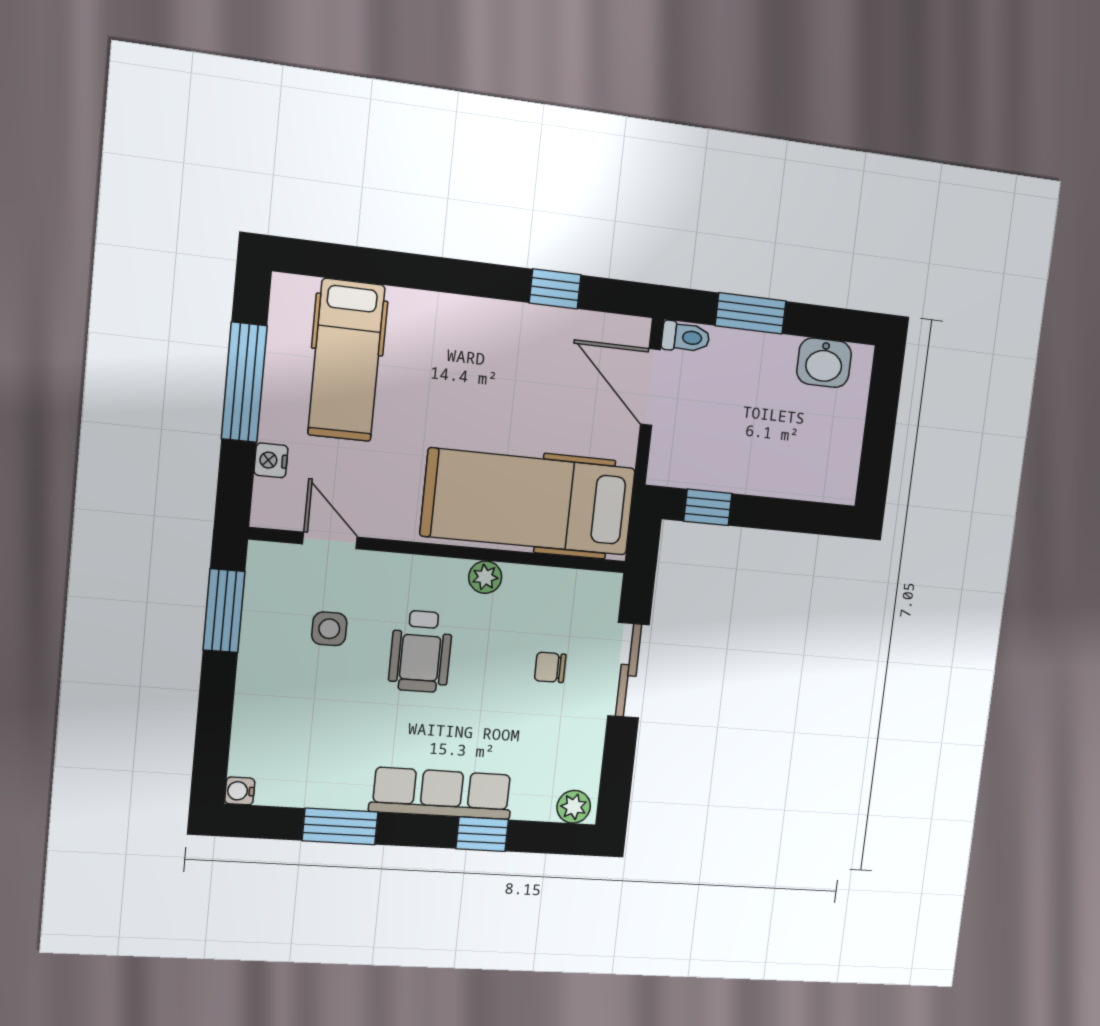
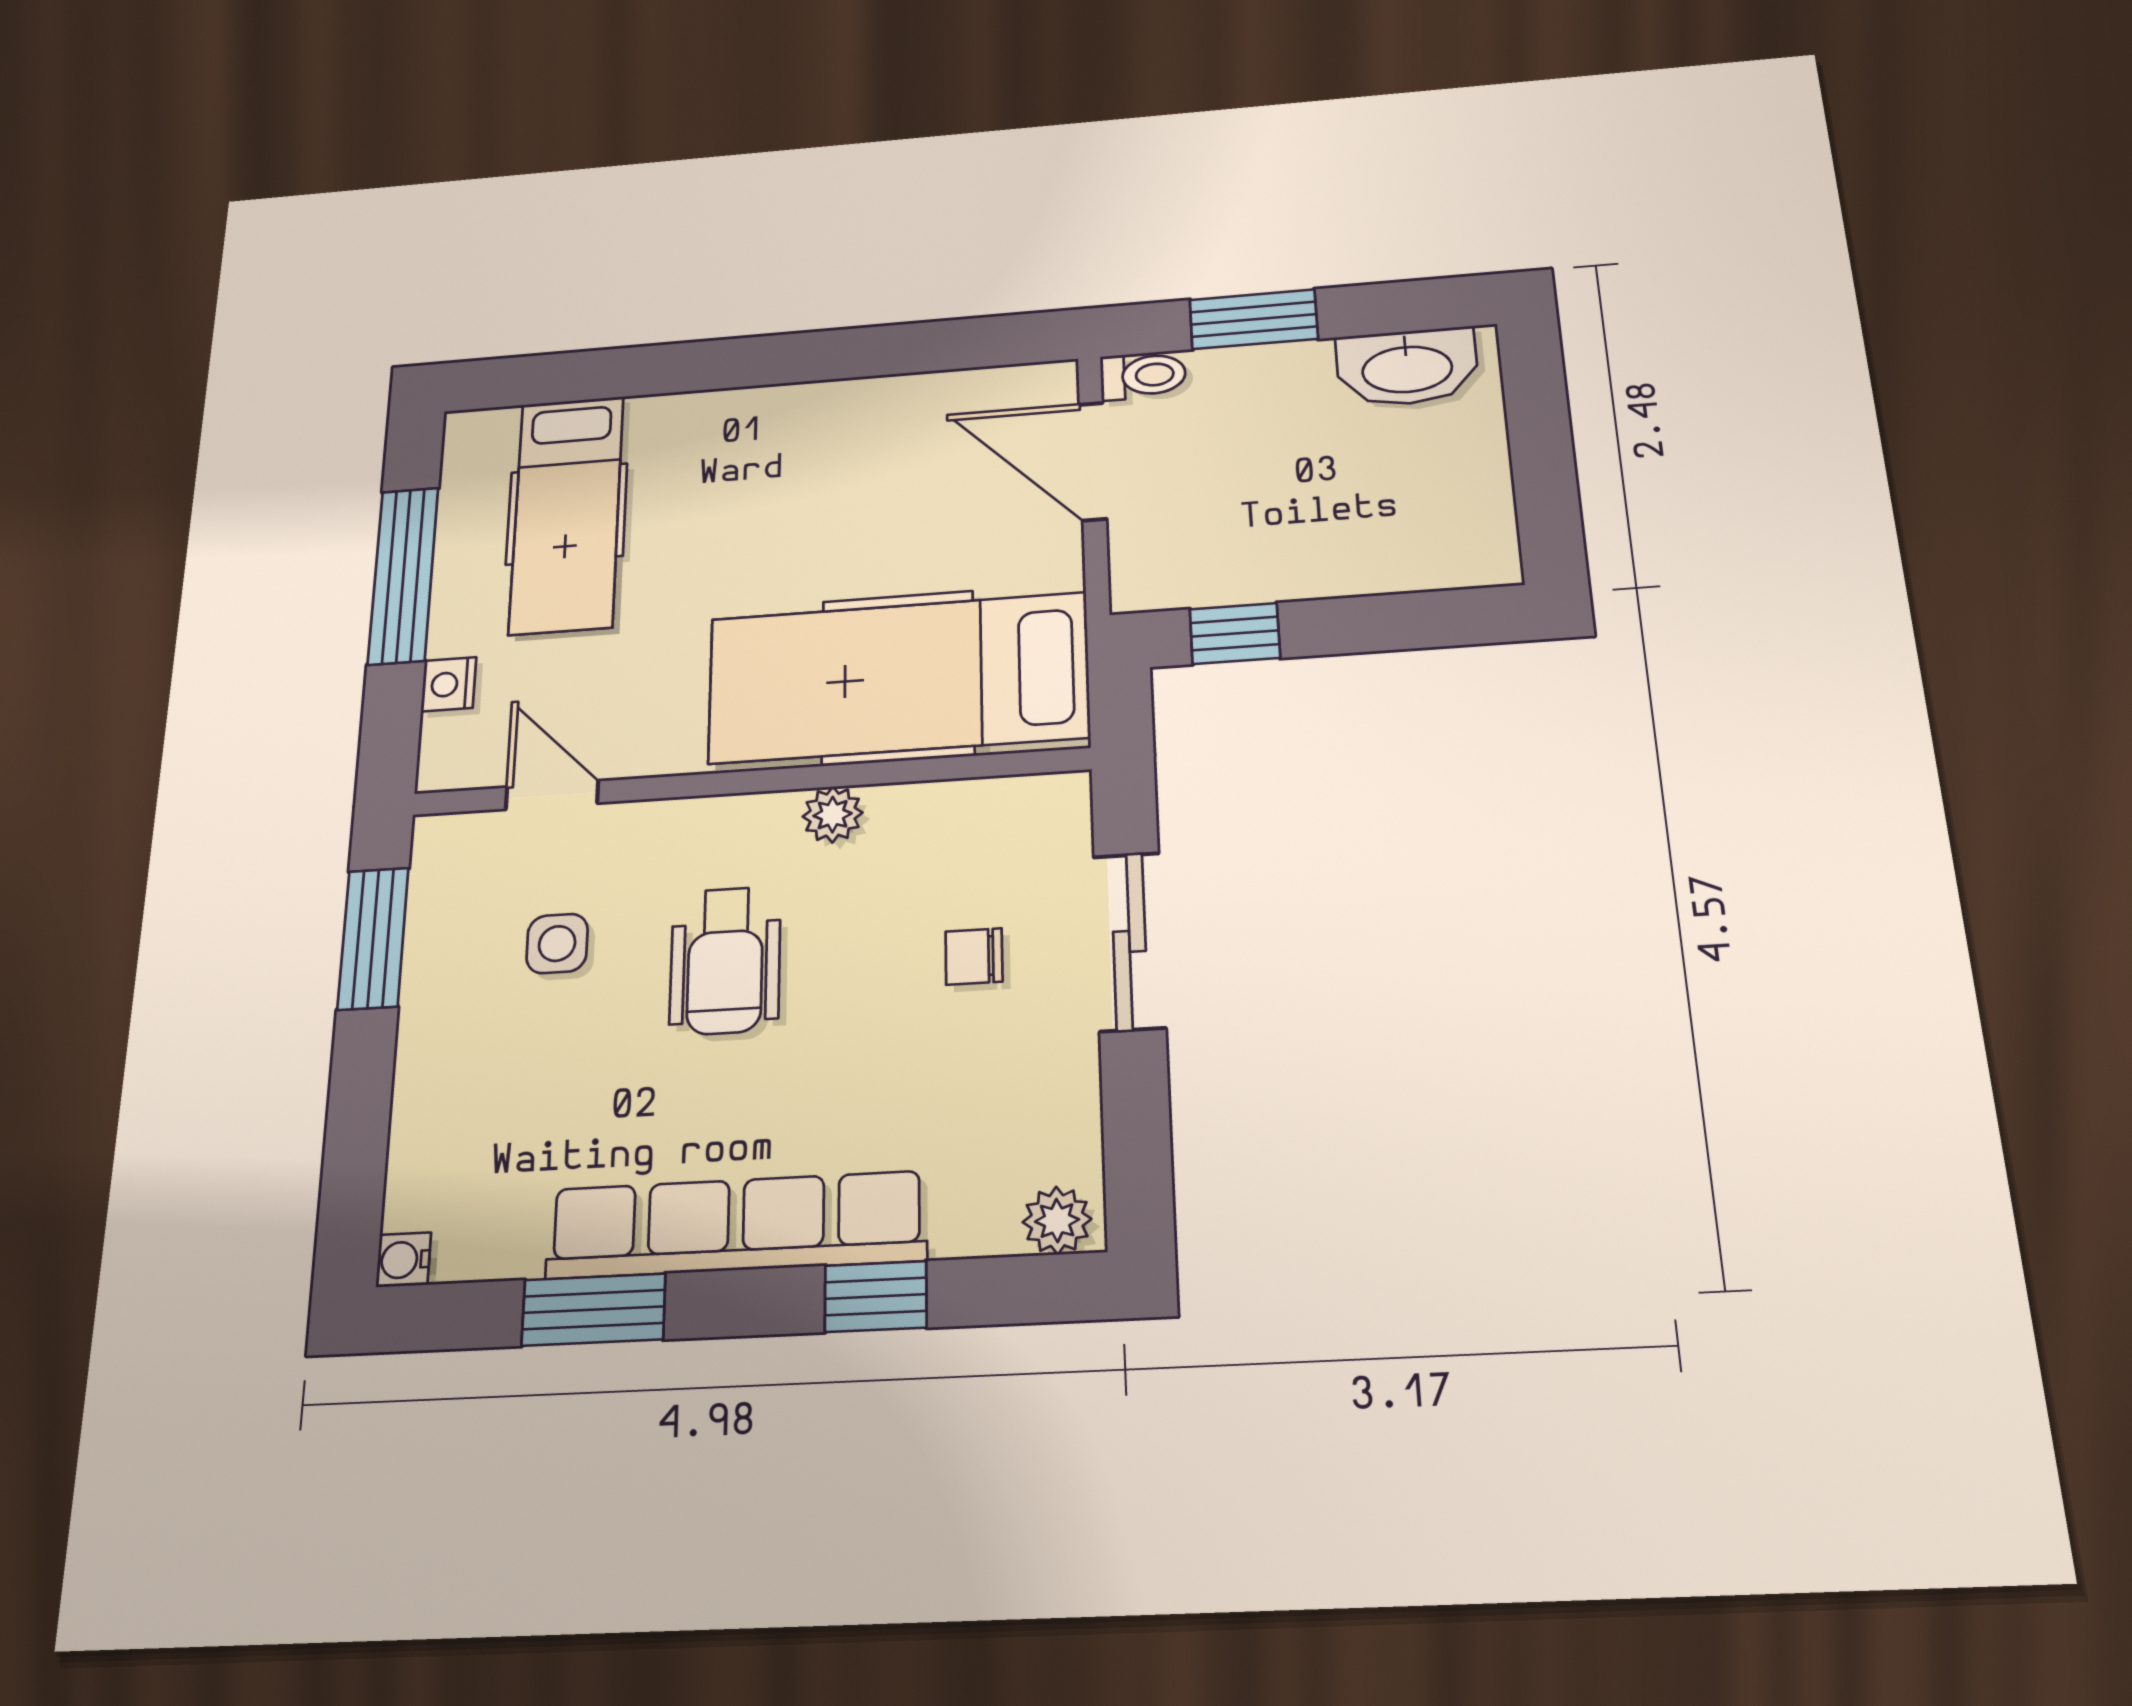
window: (555, 289) -> (904, 349), removed
washbasin: (824, 363) -> (1407, 367), width x1.38
row of seats: (442, 793) -> (736, 1225), width x1.36

